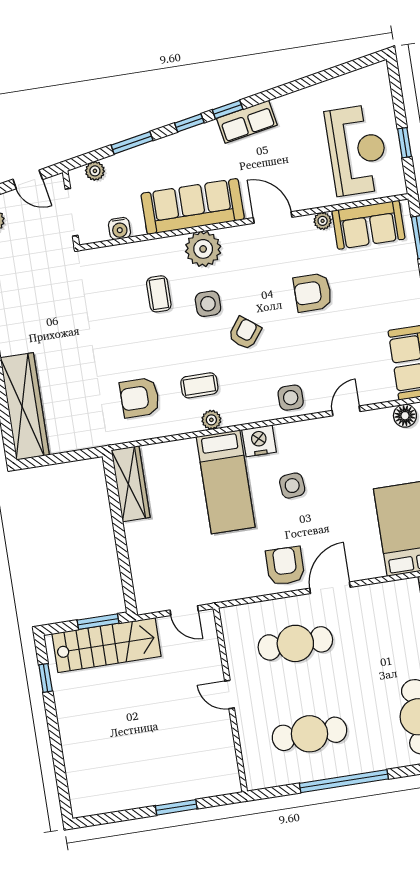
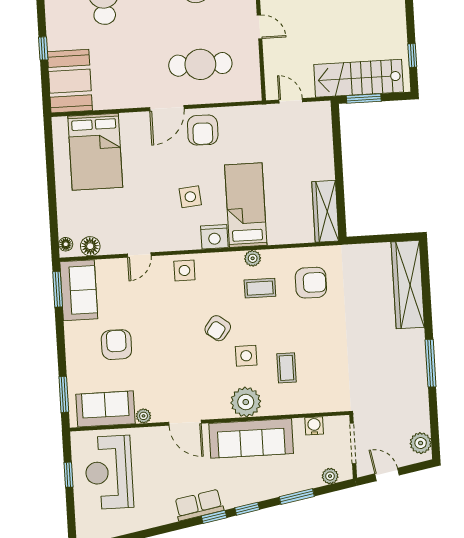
armchair: (313, 293) -> (116, 345), moved, turned -90

